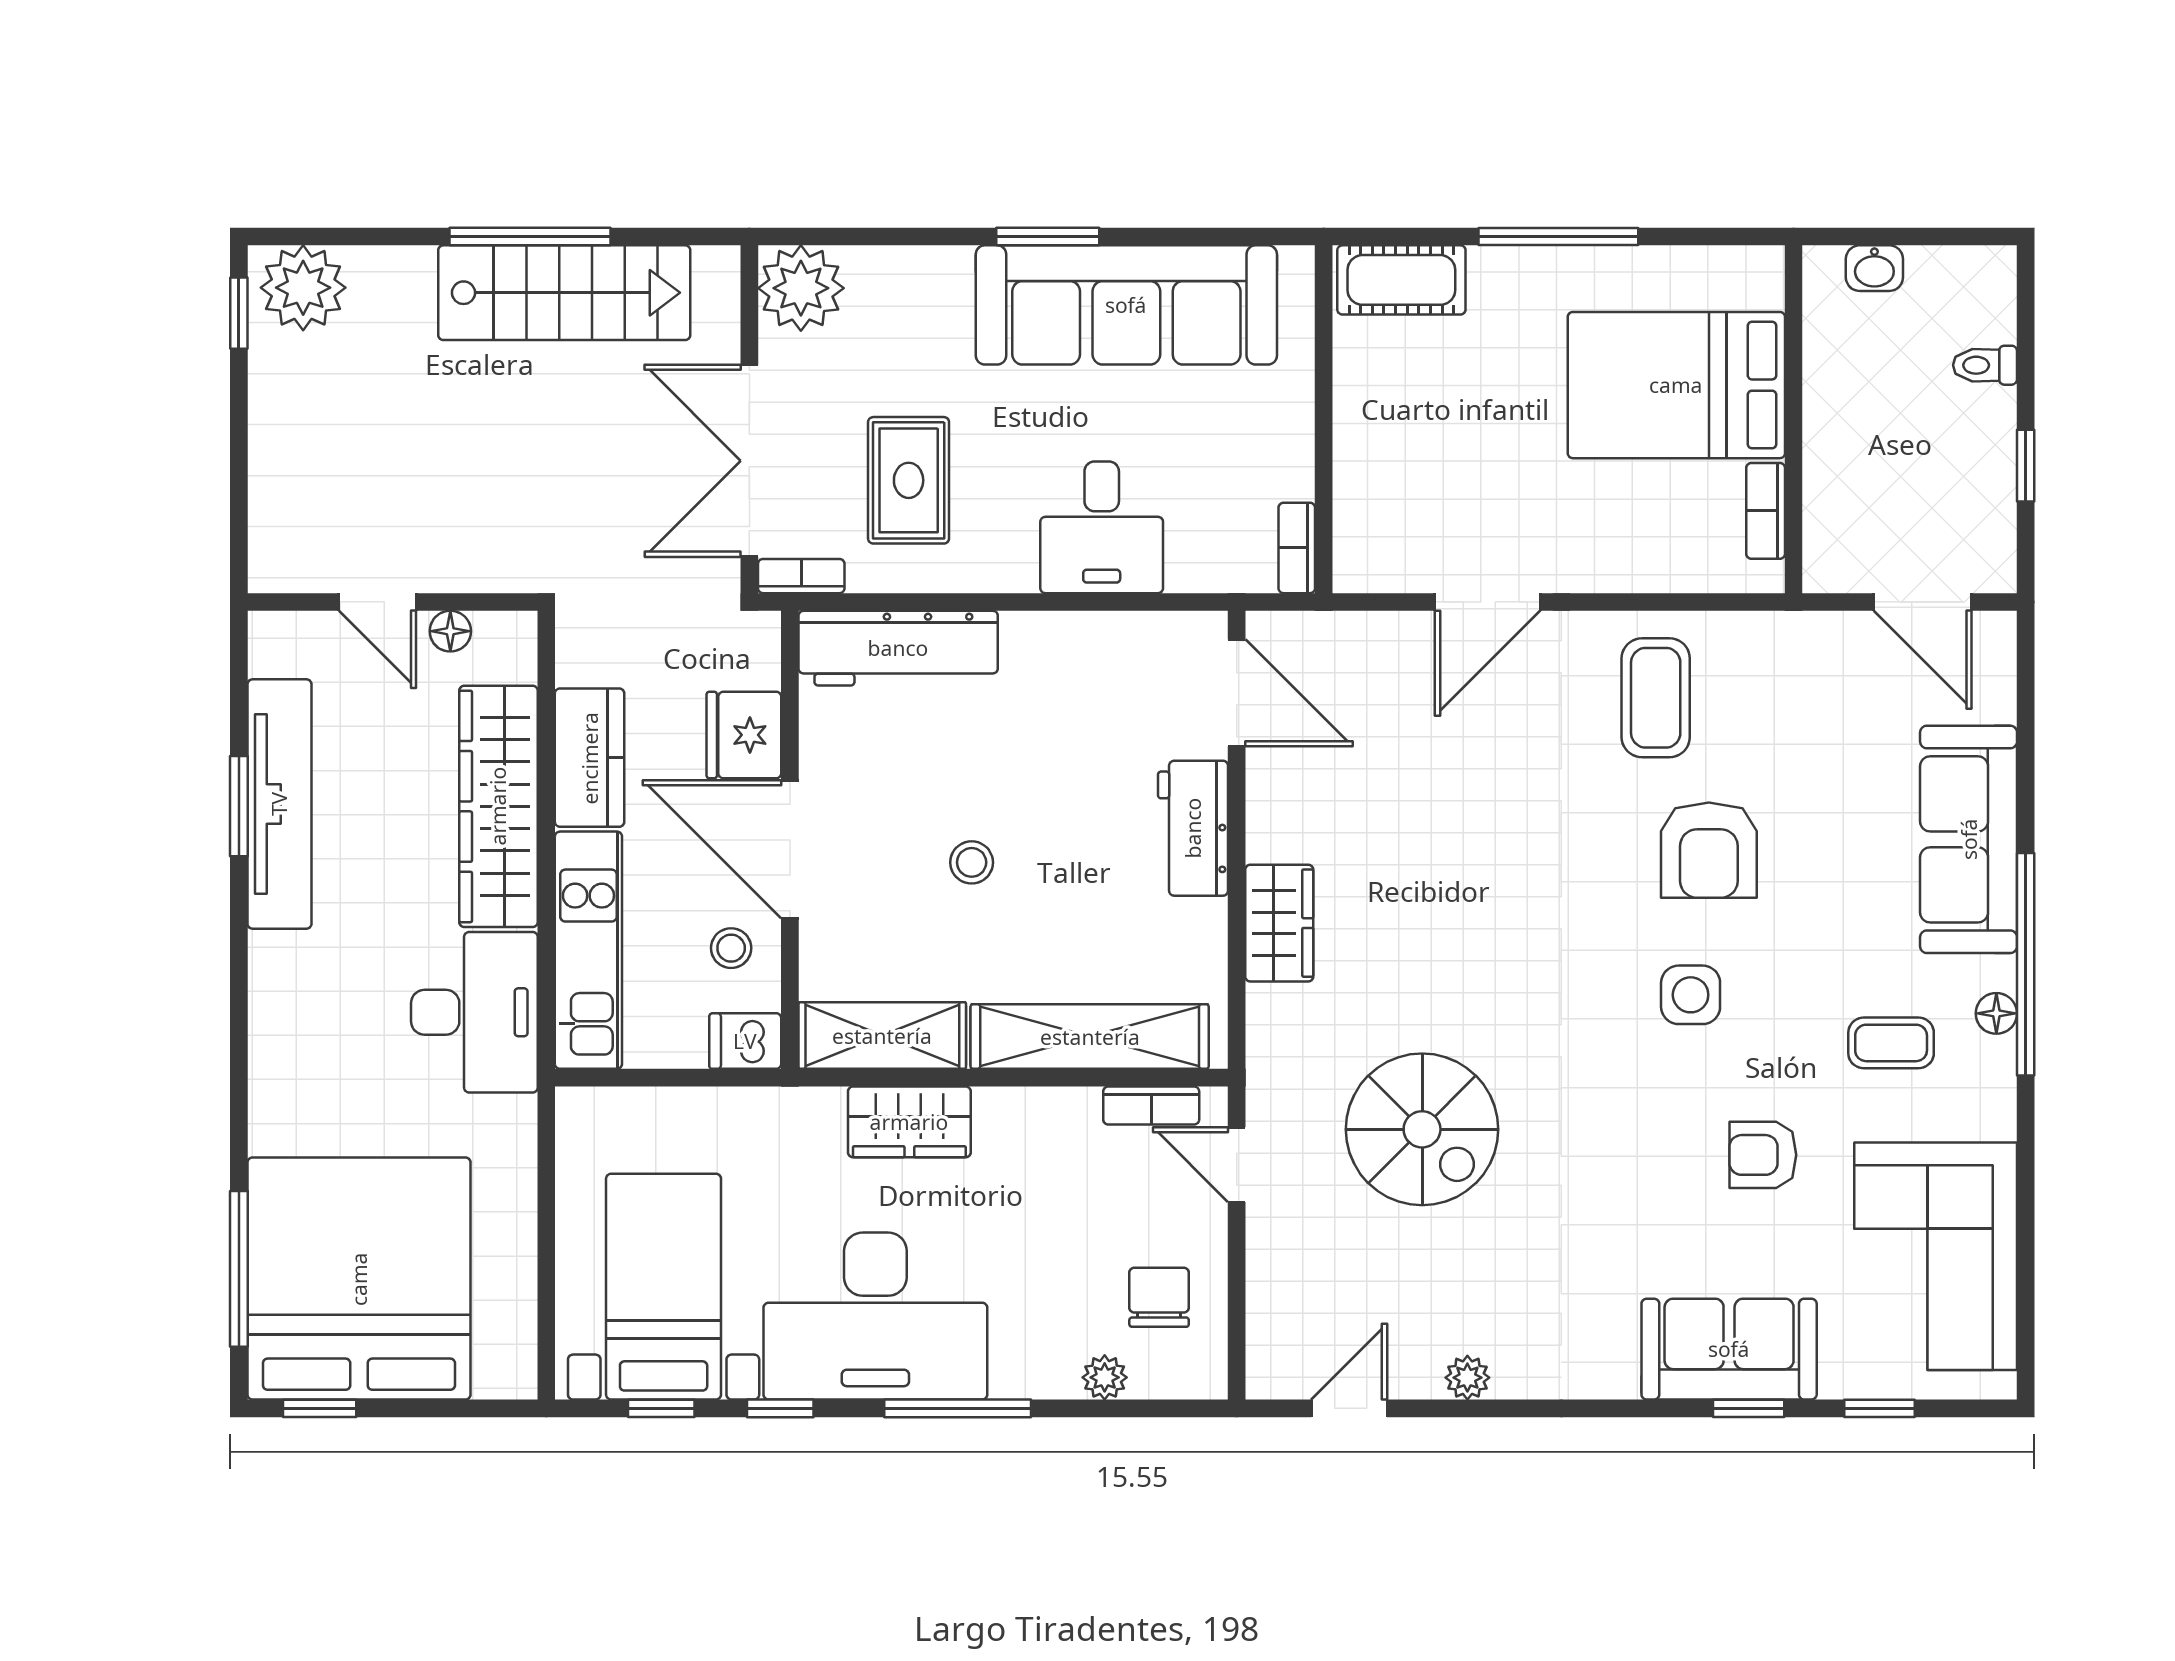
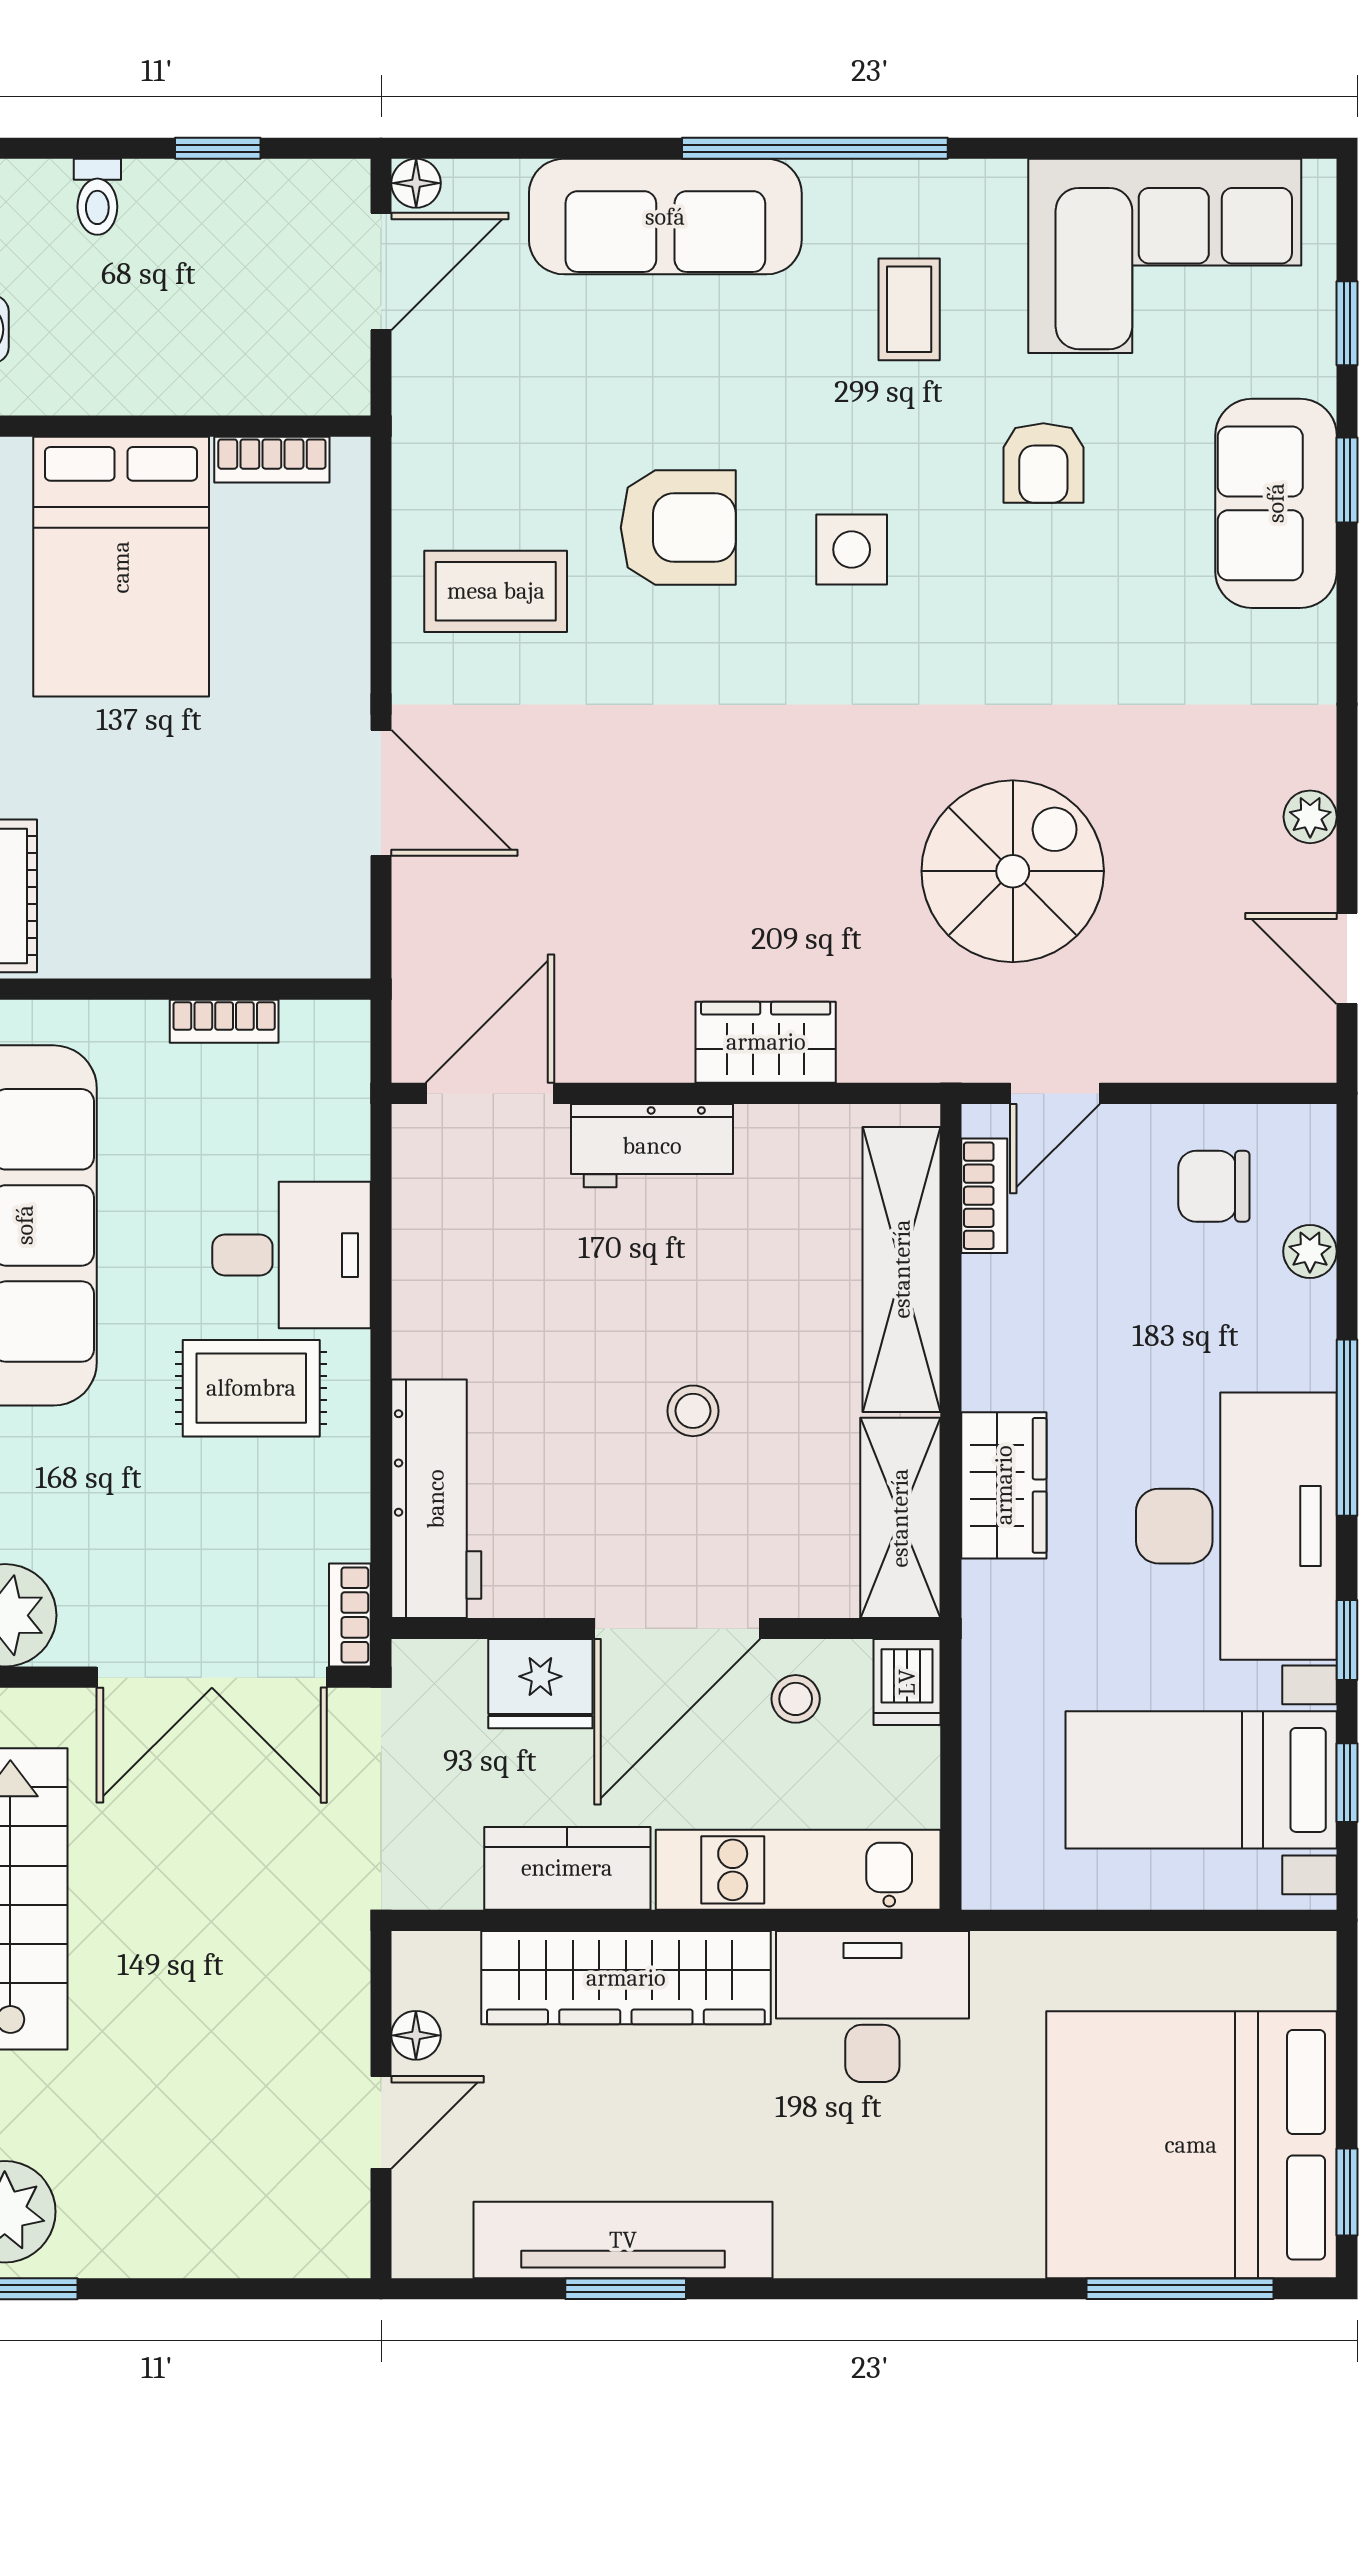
rug: (909, 480) -> (251, 1388), moved
bookcase: (1297, 548) -> (224, 1021), moved
floor lamp: (1996, 1013) -> (416, 183), moved

